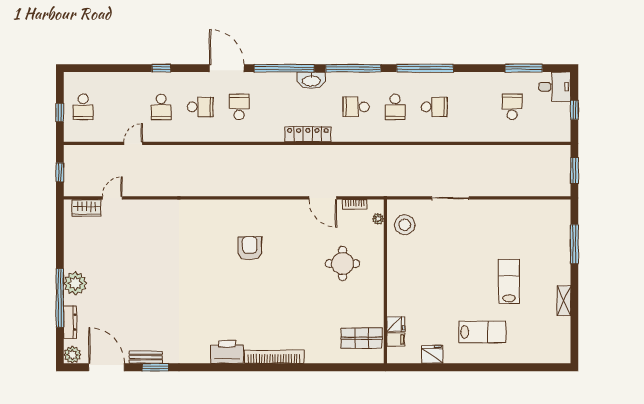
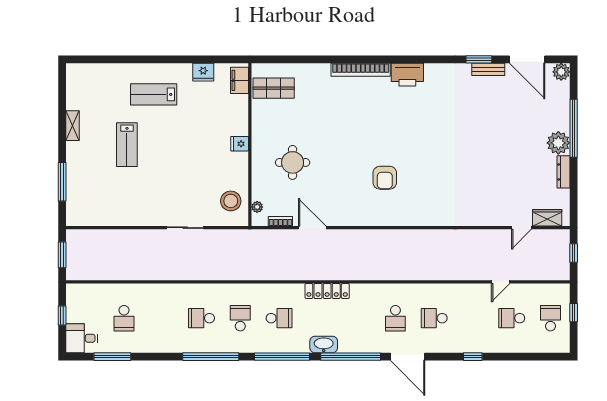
school desk: (161, 107) -> (512, 318), moved, turned -90
dresser: (70, 322) -> (564, 172), moved
fridge: (396, 324) -> (240, 144), moved
filing cabinet: (396, 339) -> (240, 80), width x2.00

